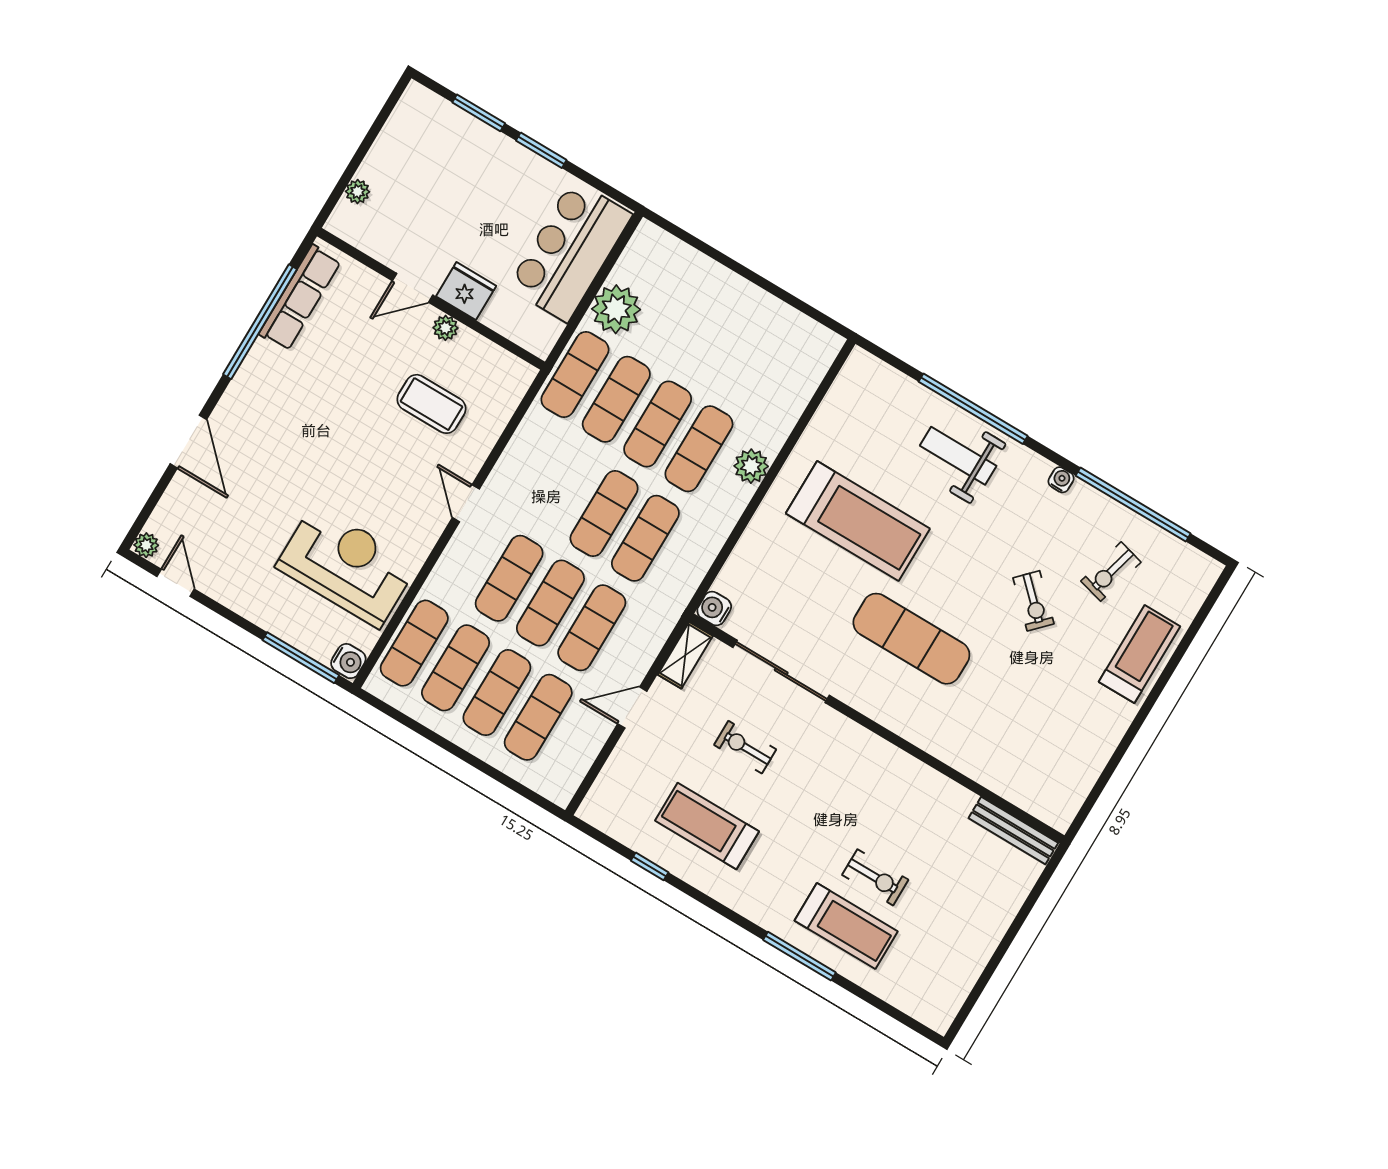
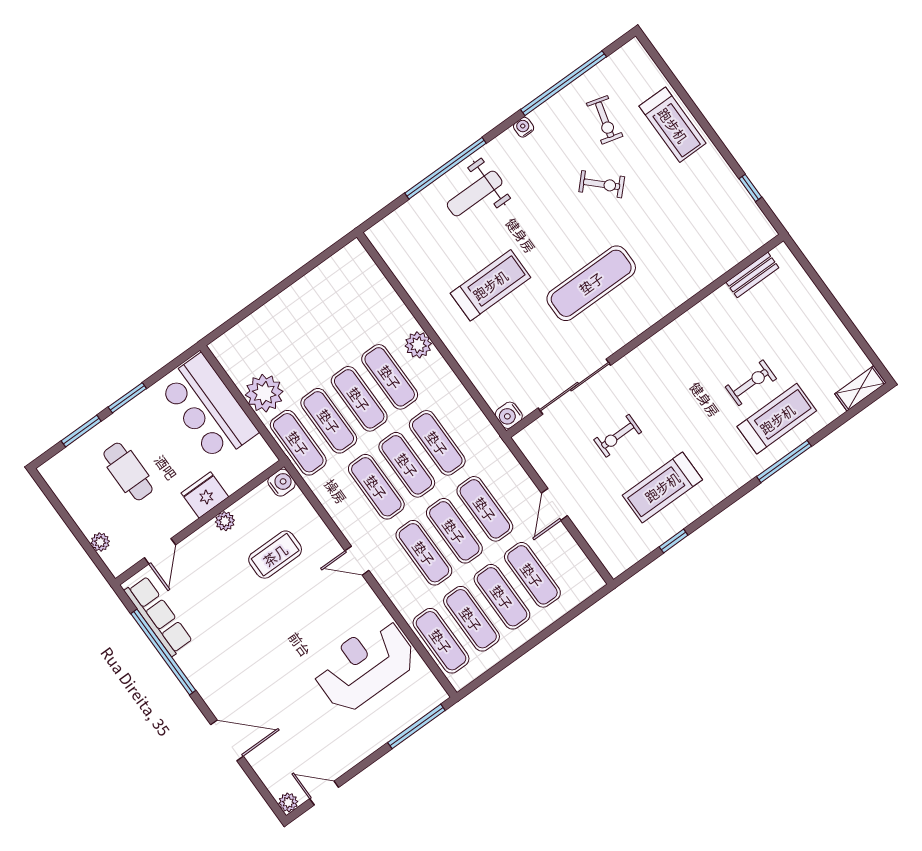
cafe table: (455, 189) -> (128, 472), added
door: (413, 288) -> (160, 551), moved
exercise mat: (563, 489) -> (376, 487), added
treadmill: (858, 521) -> (490, 285), width x0.73, depth x0.73
treadmill: (1140, 654) -> (673, 125), turned 180
shelving: (685, 655) -> (860, 388), moved, turned 90
water cooler: (348, 661) -> (282, 483), moved
window: (1105, 778) -> (750, 188), added
bench: (1013, 831) -> (752, 275), width x0.73

